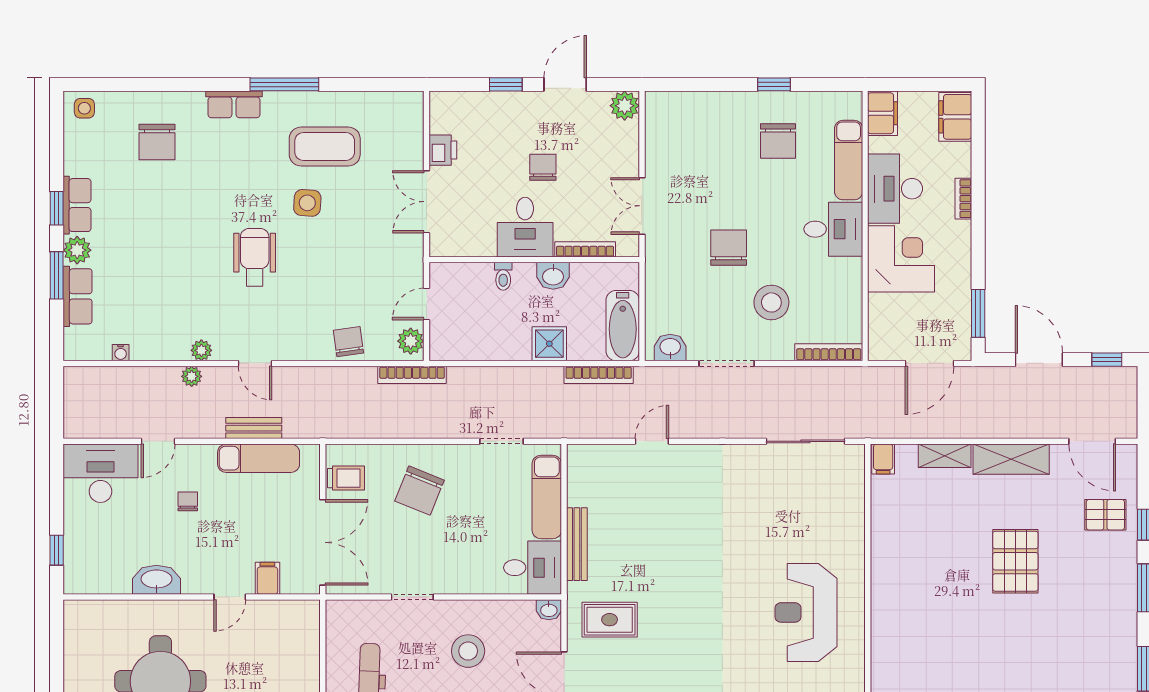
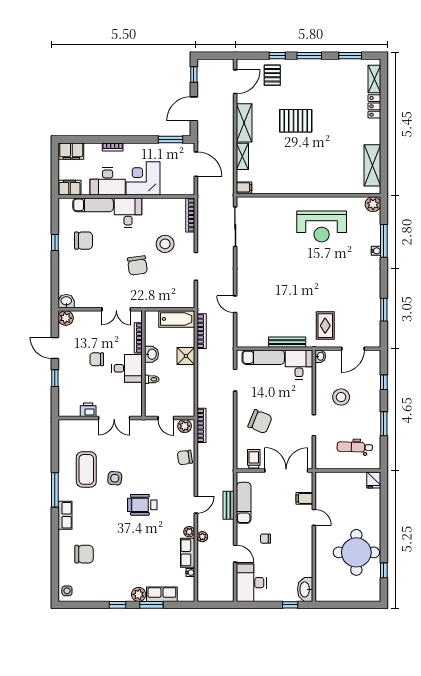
row of seats: (77, 205) -> (188, 553), moved, turned -90
chair: (729, 248) -> (137, 265), turned -98
washbasin: (670, 347) -> (66, 301), moved, turned 90
washbasin: (156, 580) -> (305, 589), moved

